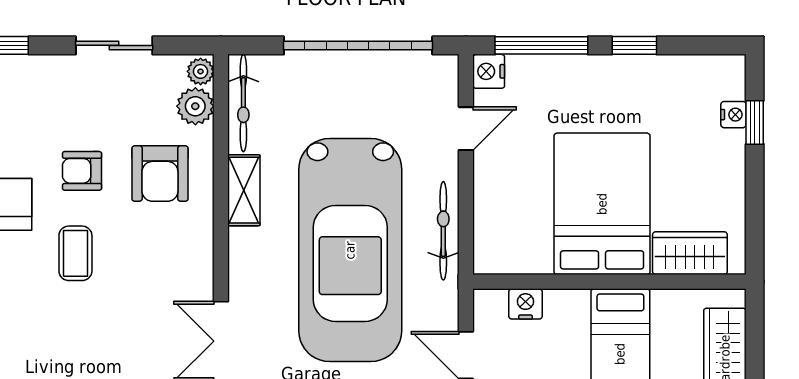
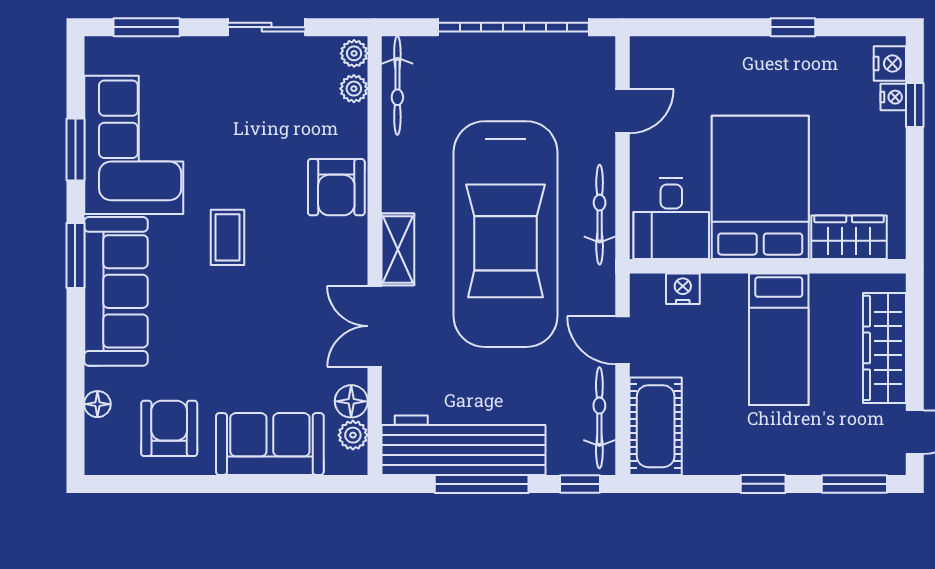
window: (541, 45) -> (699, 27), removed
nightstand: (489, 71) -> (890, 64), moved, turned 180
plant: (195, 106) -> (354, 89), width x0.73, depth x0.73
armchair: (82, 171) -> (234, 154), removed
armchair: (160, 174) -> (336, 187), moved
shelving: (244, 190) -> (398, 249), moved
desk: (514, 235) -> (671, 218), added

